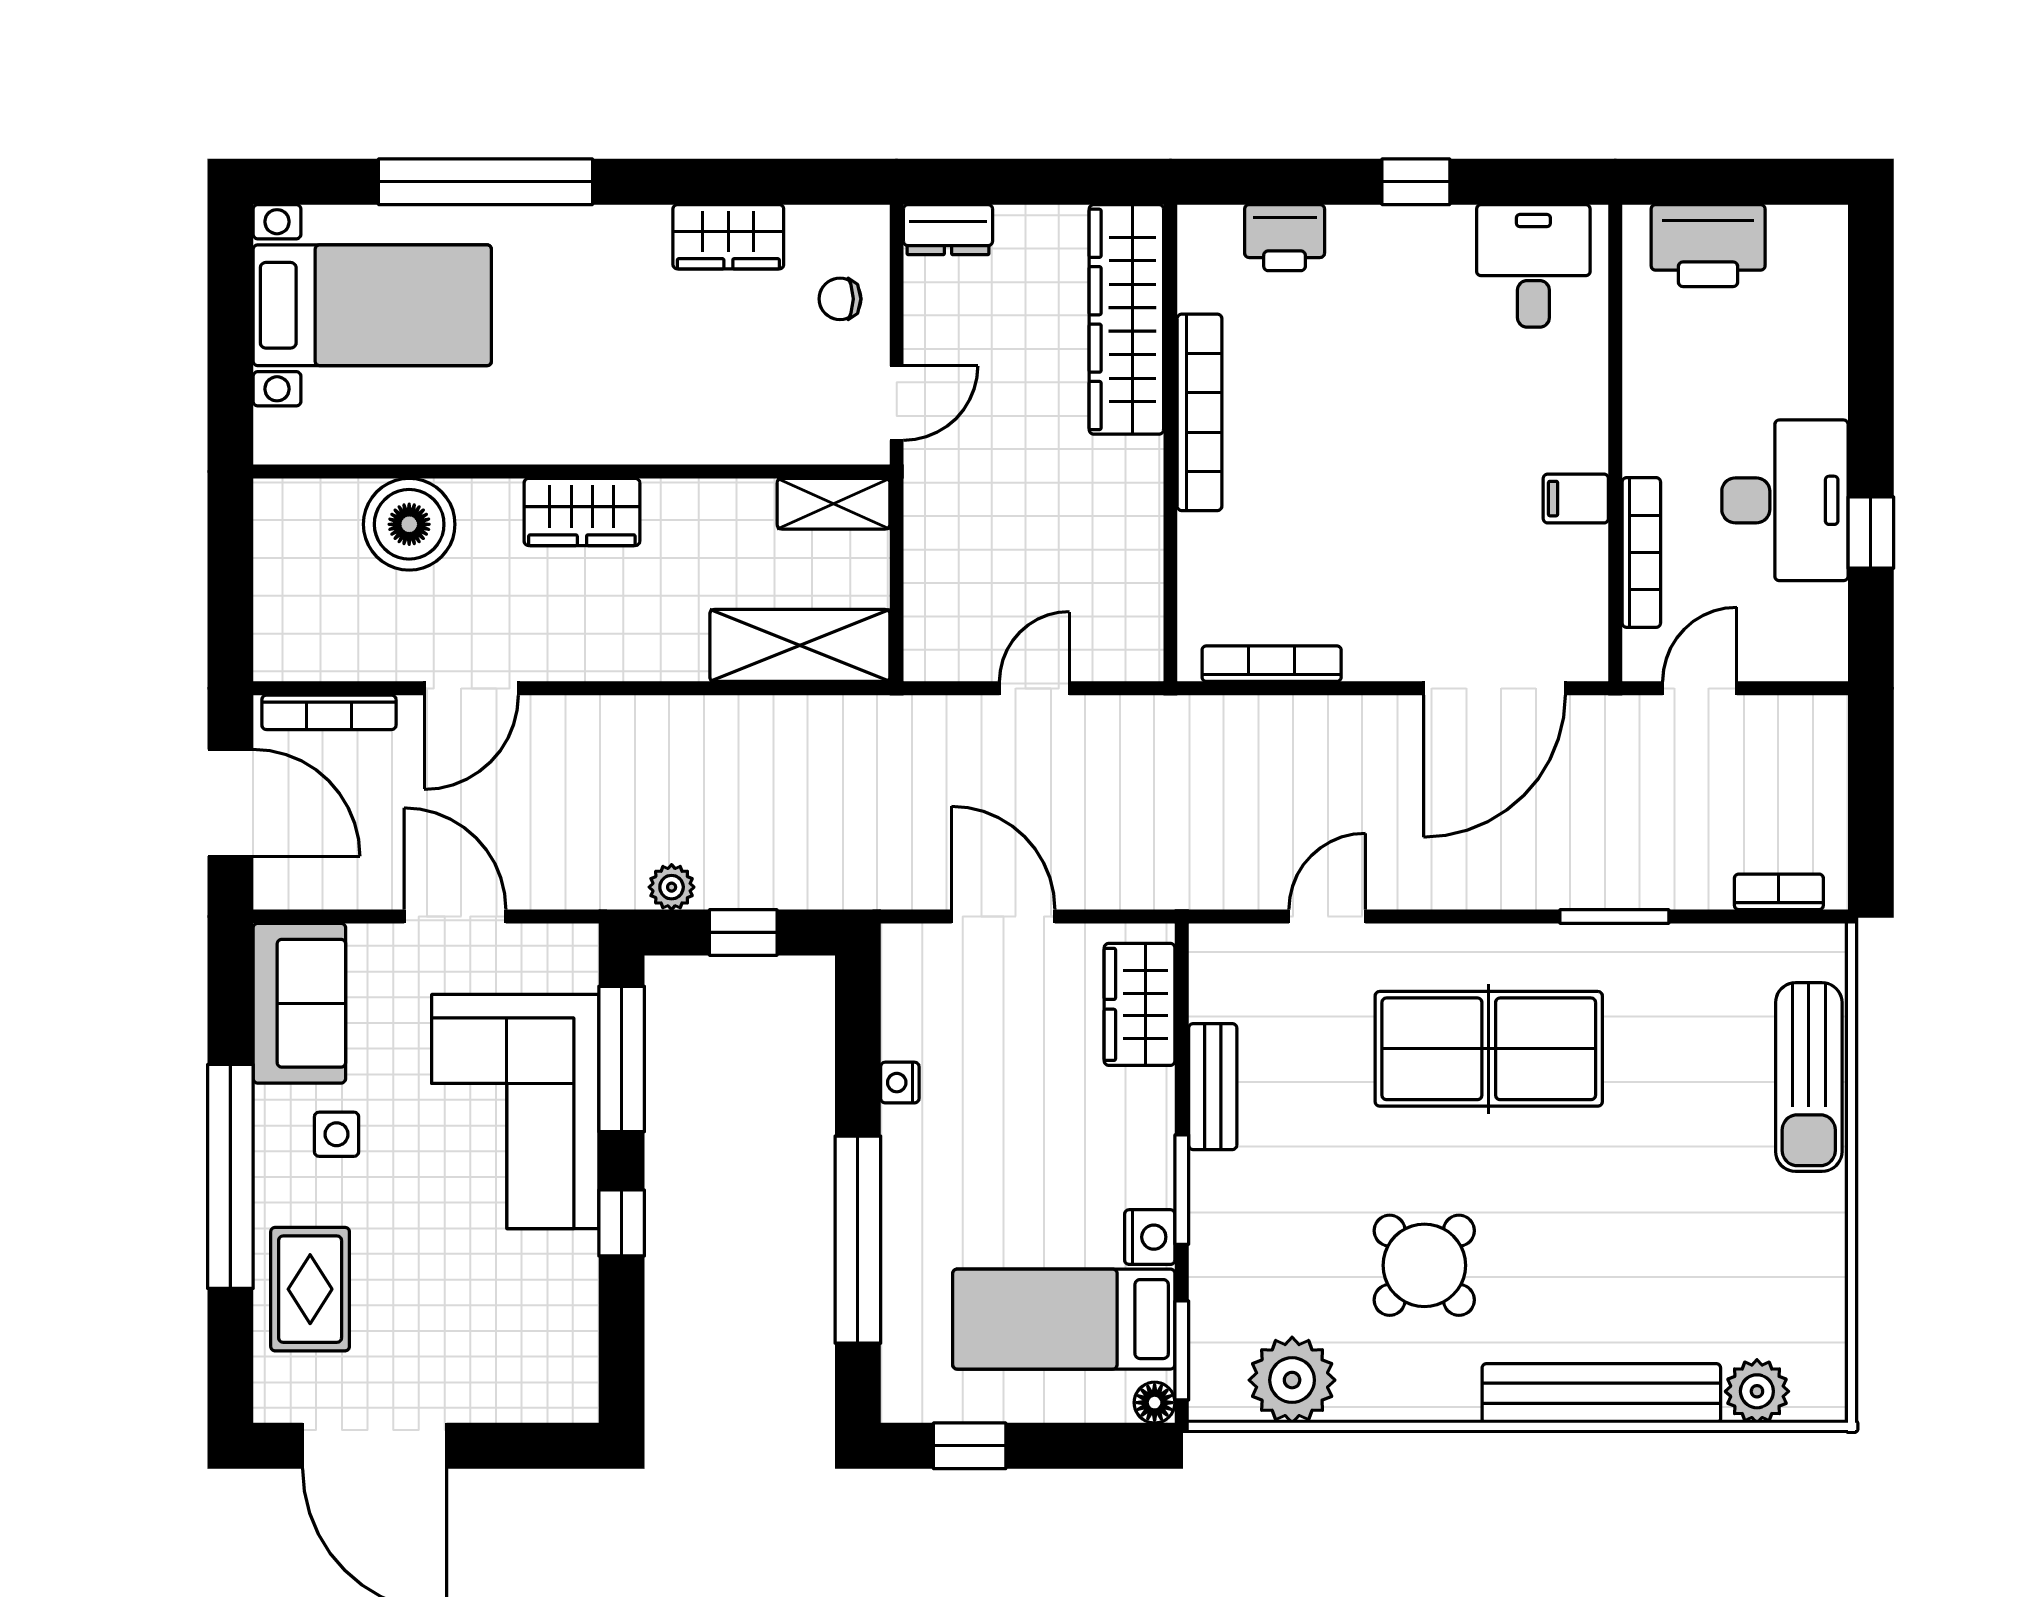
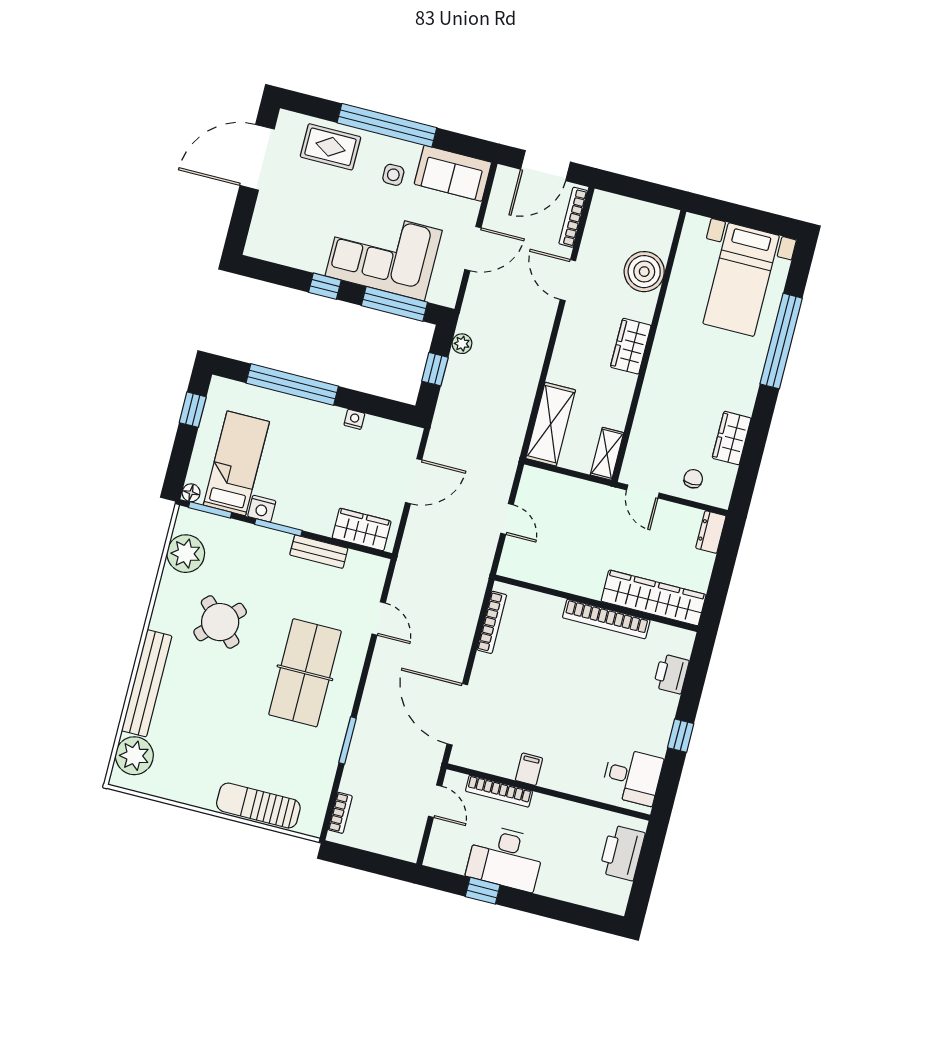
plant: (1757, 1391) -> (134, 756), width x1.36, depth x1.36

